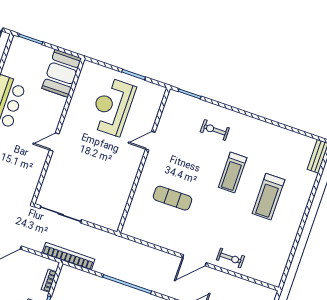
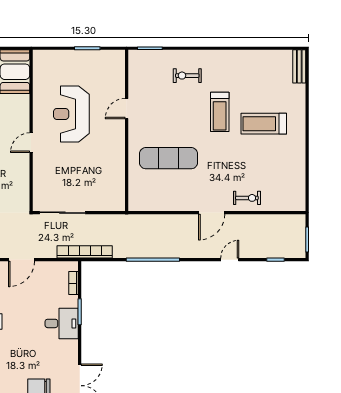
reception desk: (112, 107) -> (71, 114), moved
treadmill: (268, 197) -> (264, 124), turned 90
exercise mat: (172, 198) -> (169, 158), width x1.36, depth x1.45

